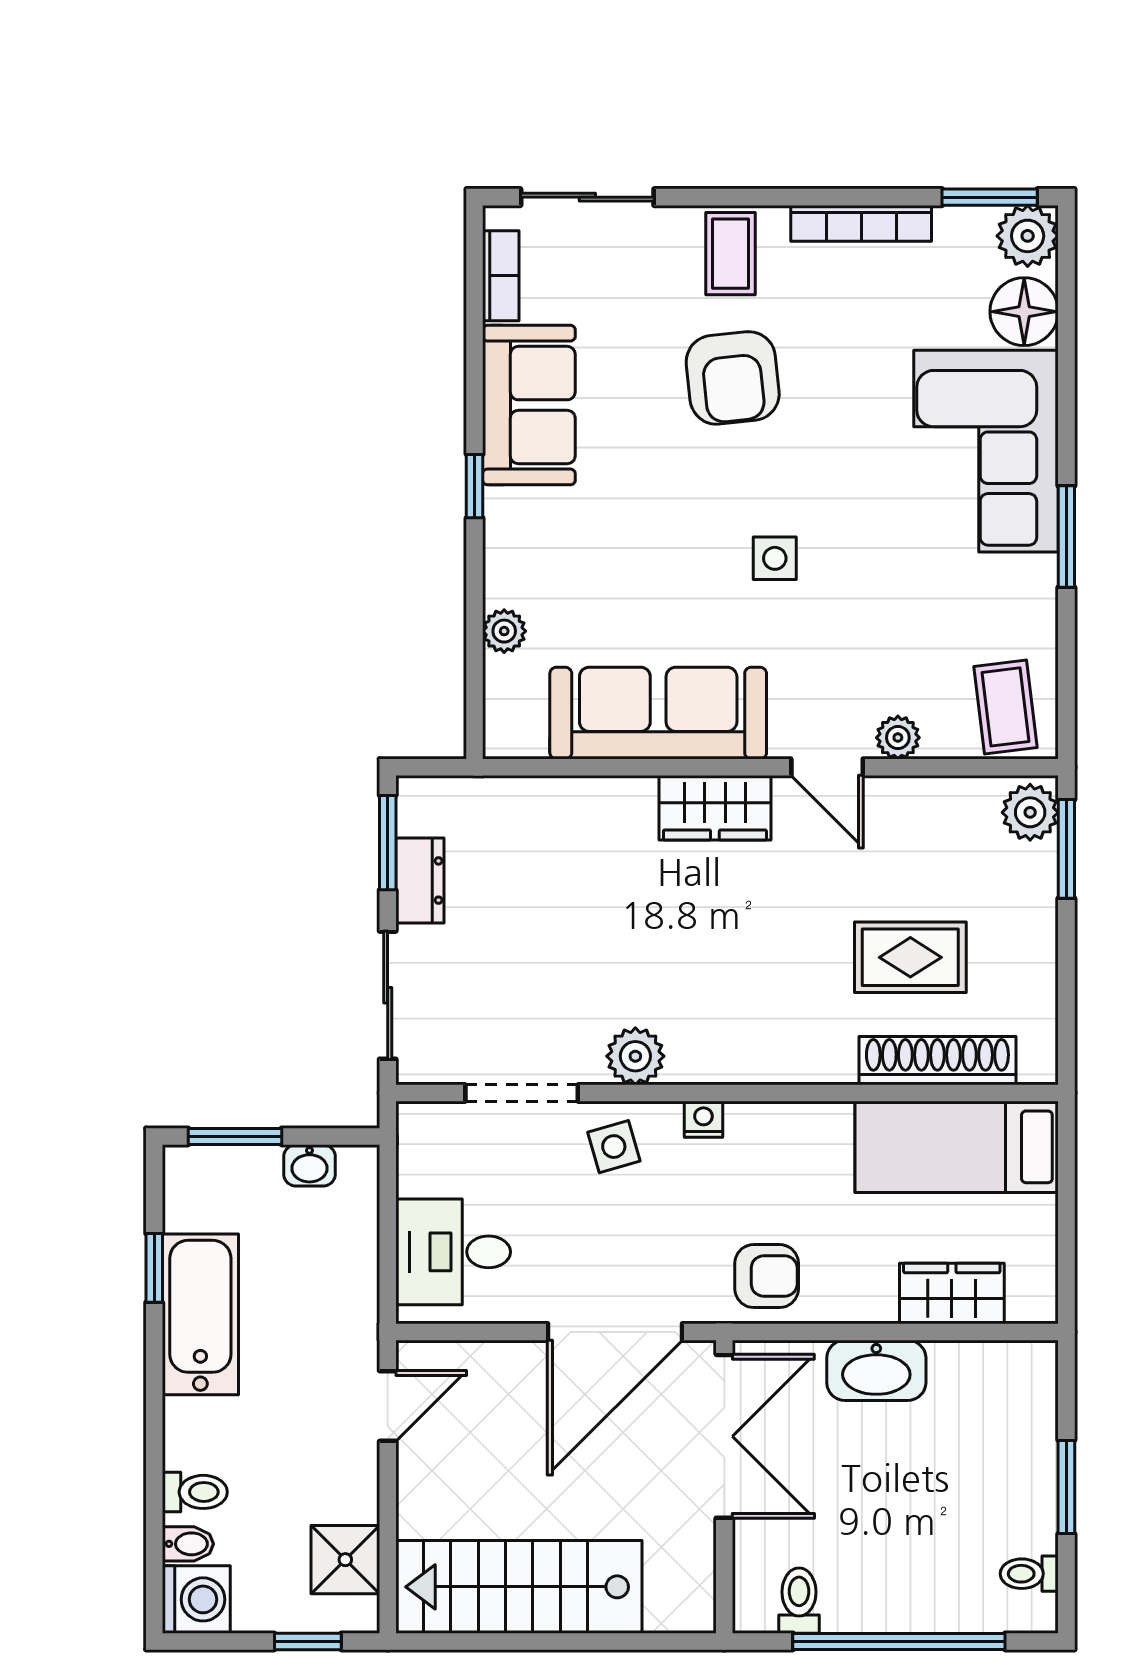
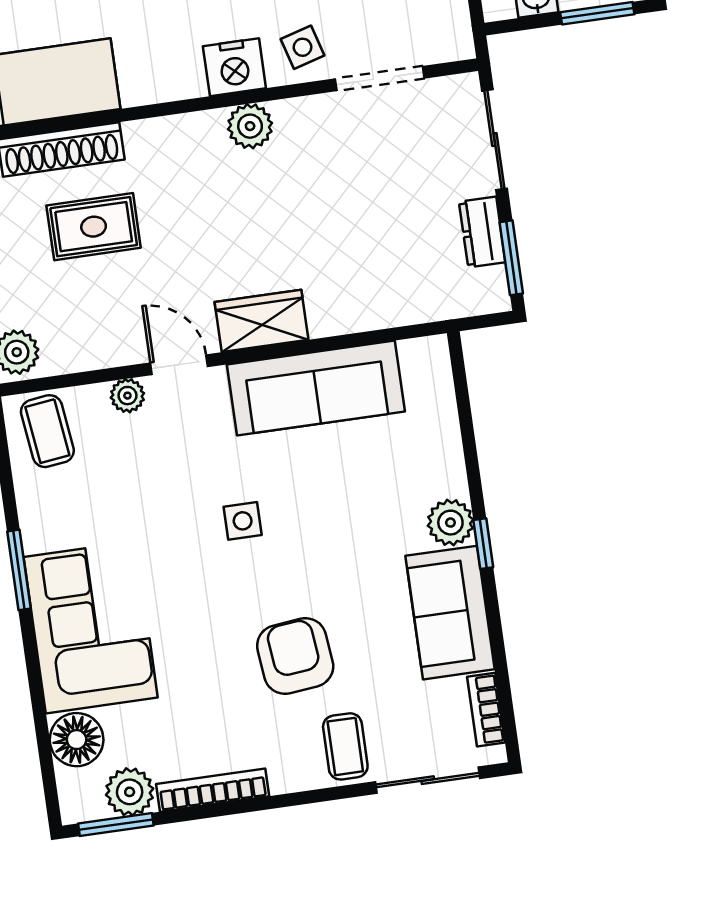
plant: (1028, 236) -> (130, 792), moved
coffee table: (731, 254) -> (345, 746), moved
plant: (504, 631) -> (450, 523), moved, width x1.38, depth x1.38
plant: (635, 1056) -> (250, 126), moved
nightstand: (703, 1119) -> (234, 67), width x1.89, depth x1.79

